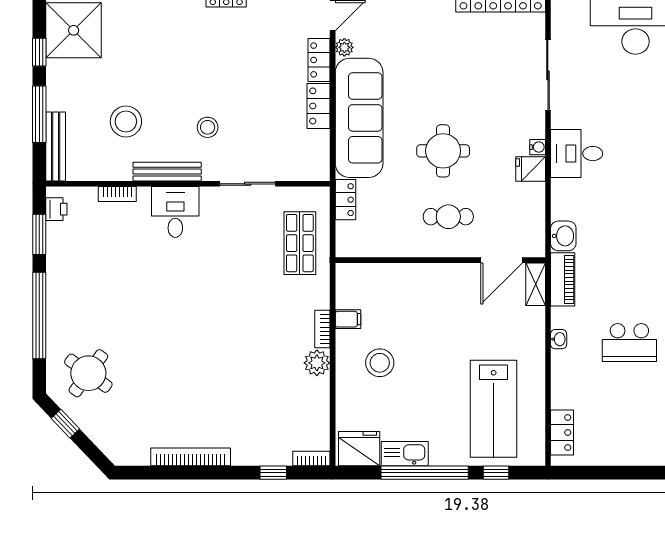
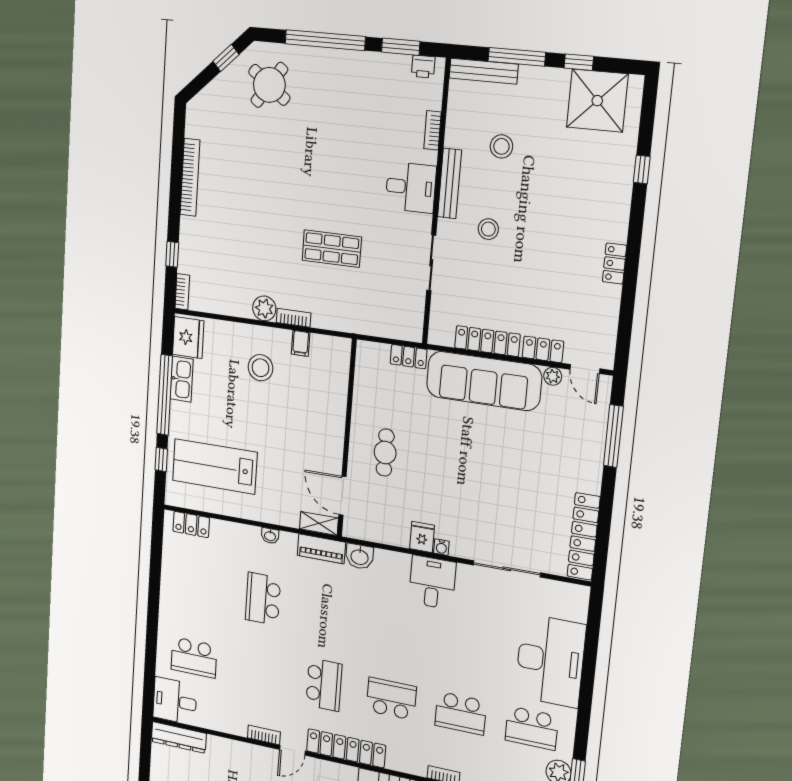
locker: (318, 106) -> (487, 341), width x1.53
stool: (126, 121) -> (501, 146), width x0.73, depth x0.73
round table: (443, 151) -> (446, 457), removed
shop shelf: (300, 243) -> (332, 249), moved

